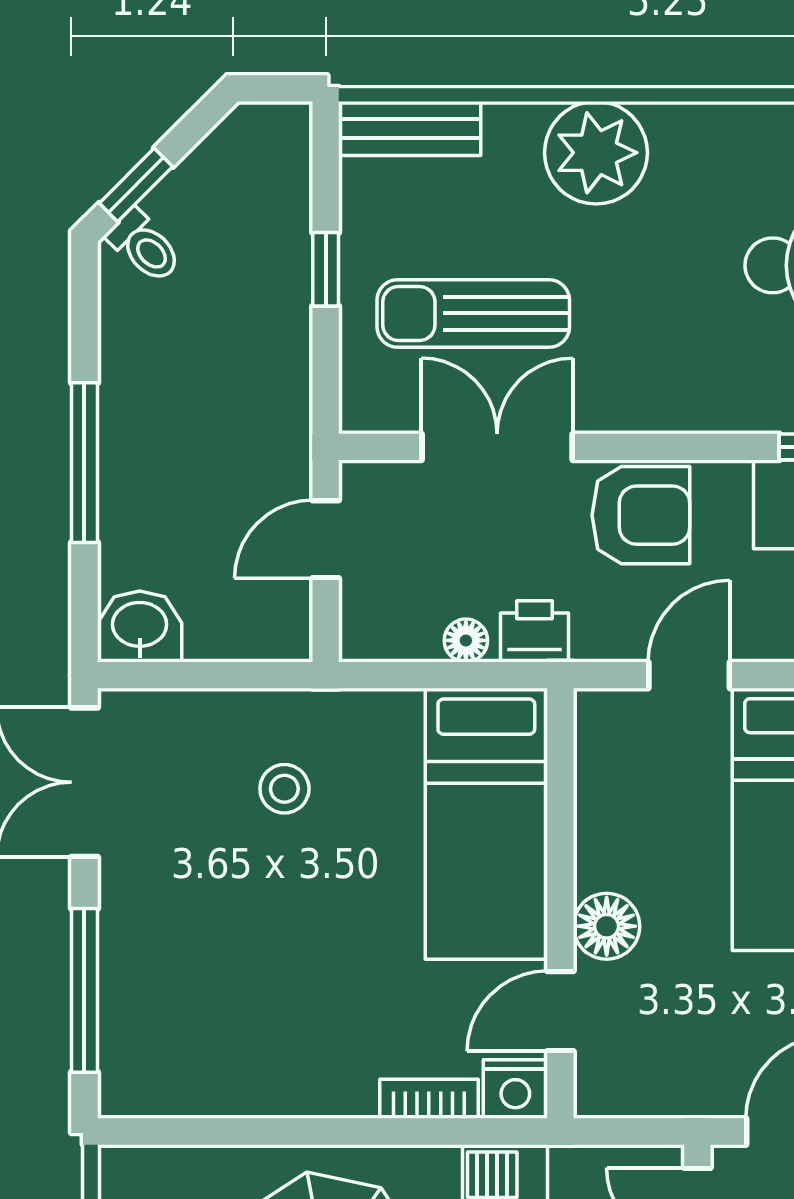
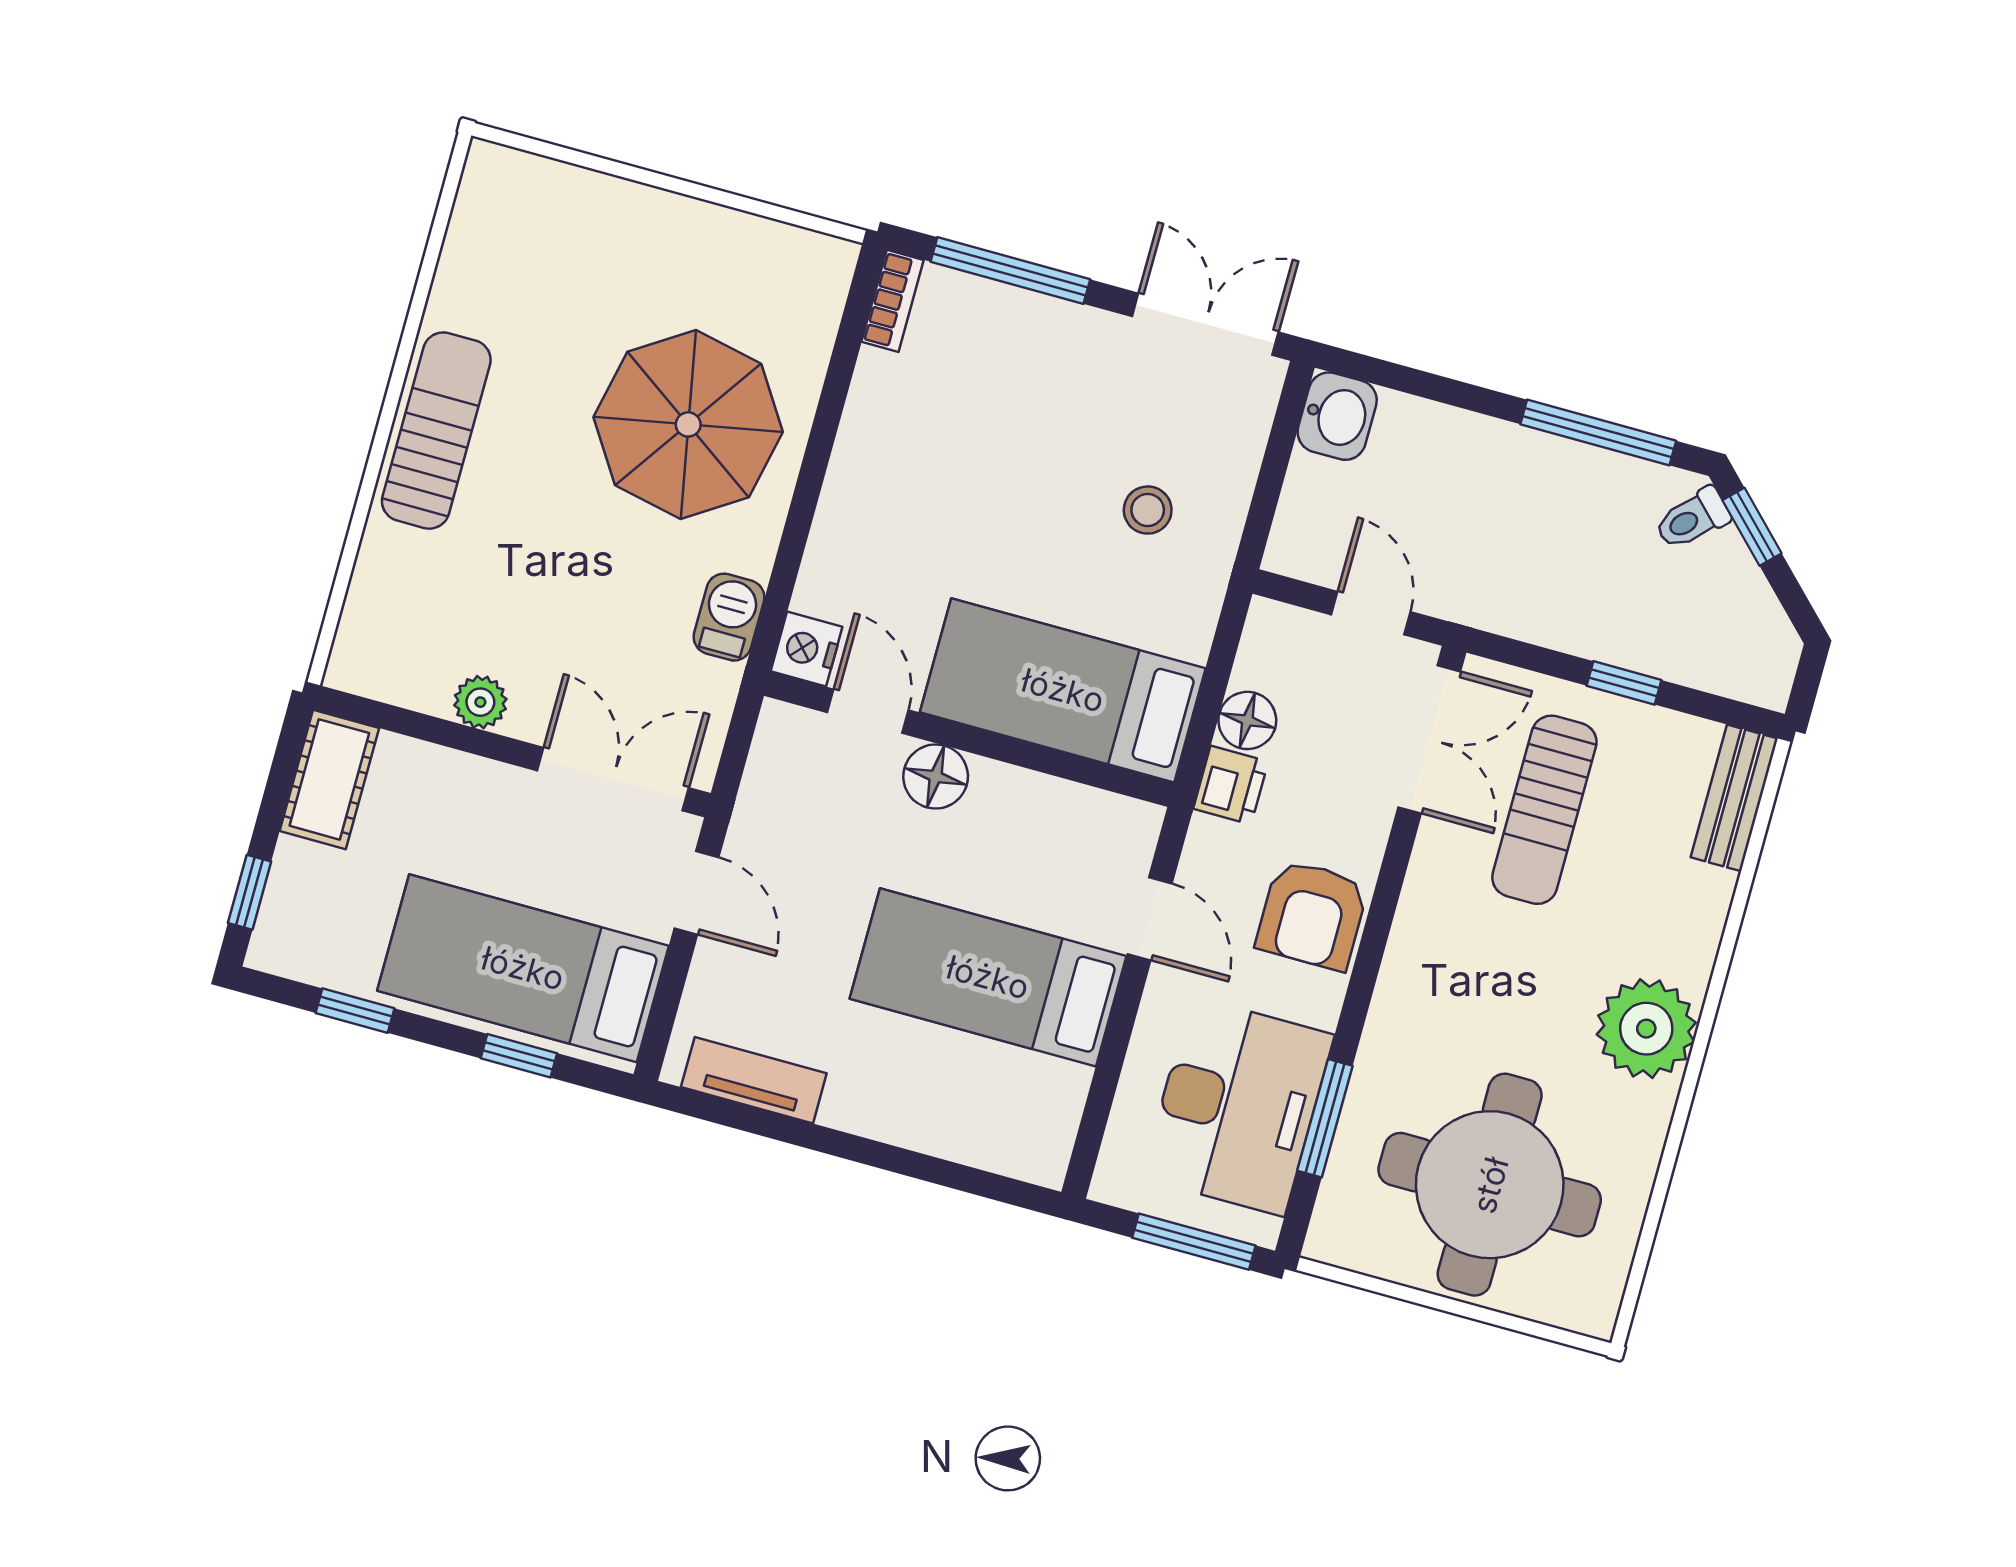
plant: (596, 153) -> (1646, 1029), moved
sun lounger: (473, 313) -> (1544, 810), turned 180
double door: (497, 447) -> (1429, 739), moved
window: (84, 463) -> (1598, 432), moved
floor lamp: (466, 640) -> (1247, 720), width x1.37, depth x1.37
bookcase: (429, 1099) -> (893, 301), moved

